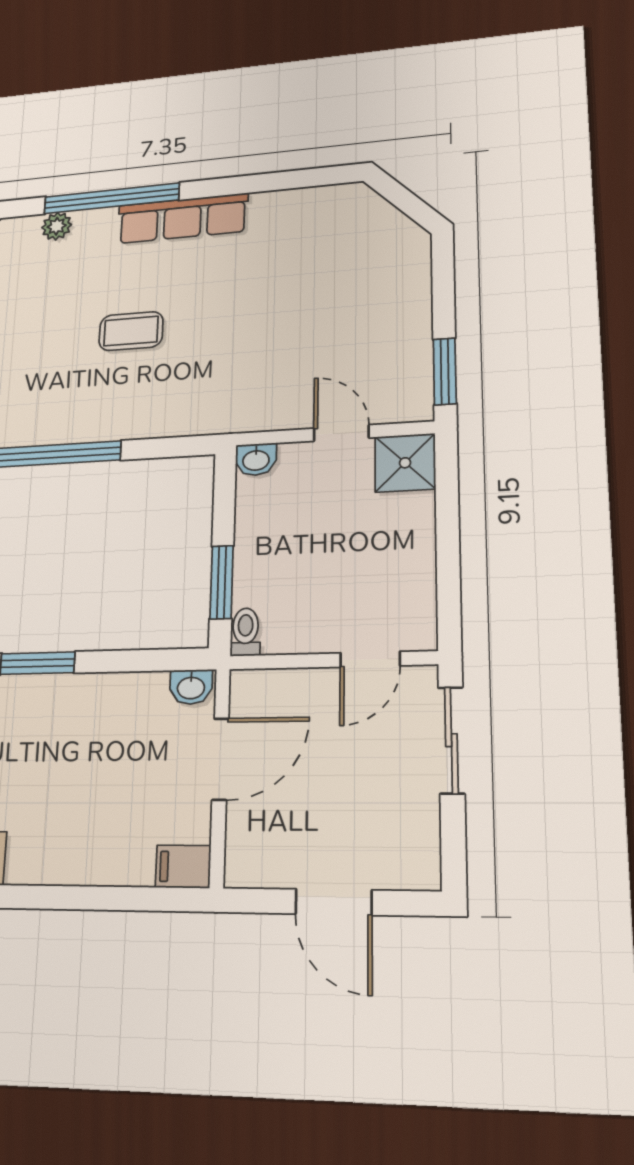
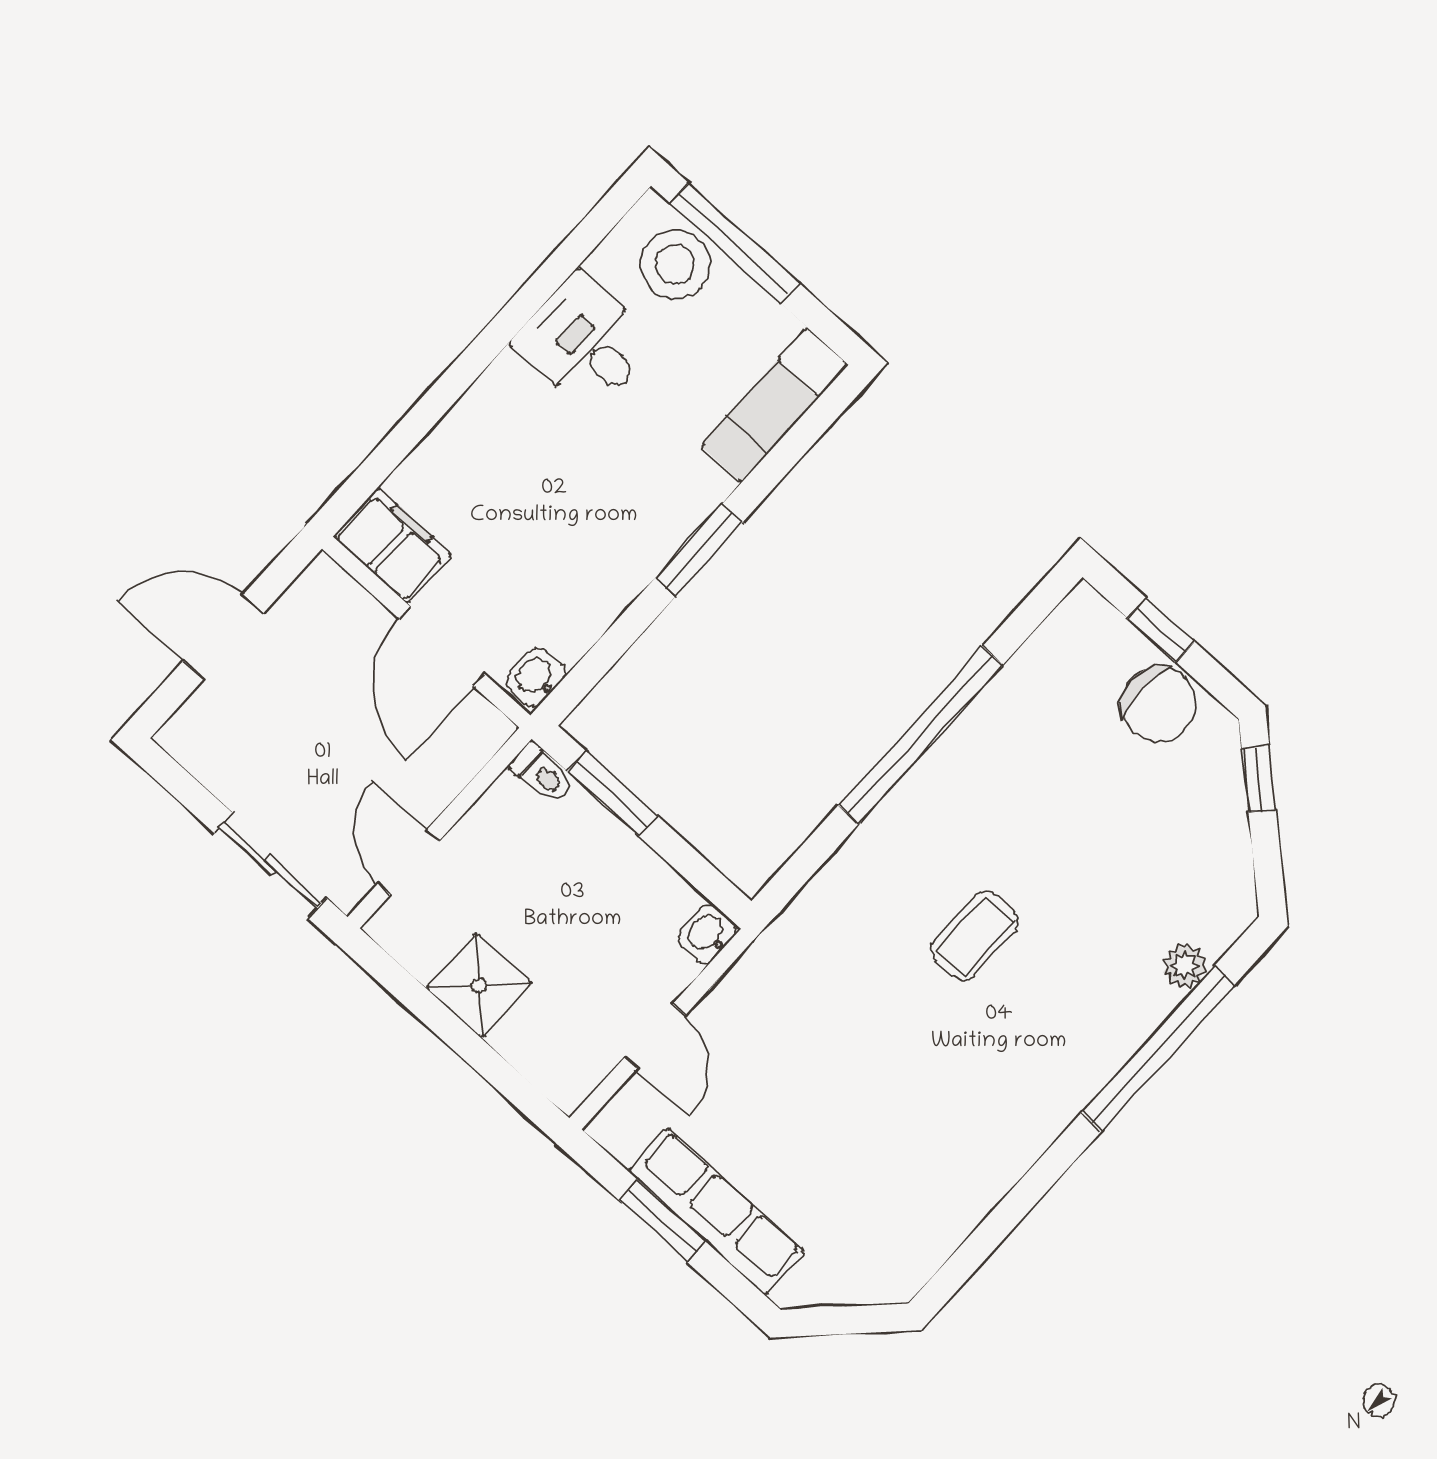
row of seats: (182, 218) -> (717, 1211), moved, turned 90
window: (445, 371) -> (662, 1221), moved
door: (341, 433) -> (655, 1036), hinge flipped
shower: (405, 463) -> (479, 986), moved
filing cabinet: (183, 867) -> (392, 545), width x2.00

